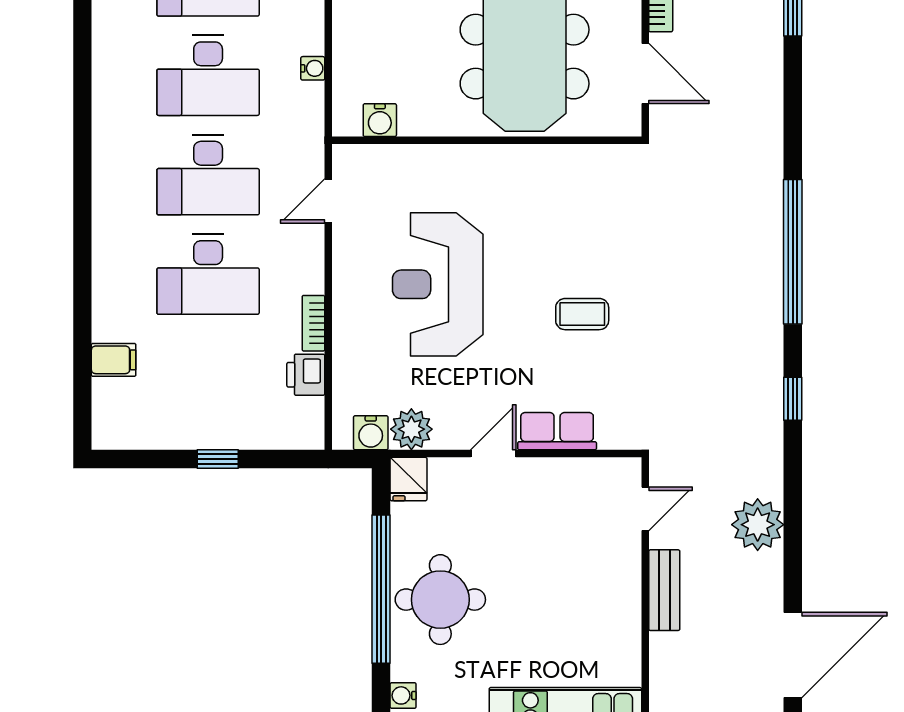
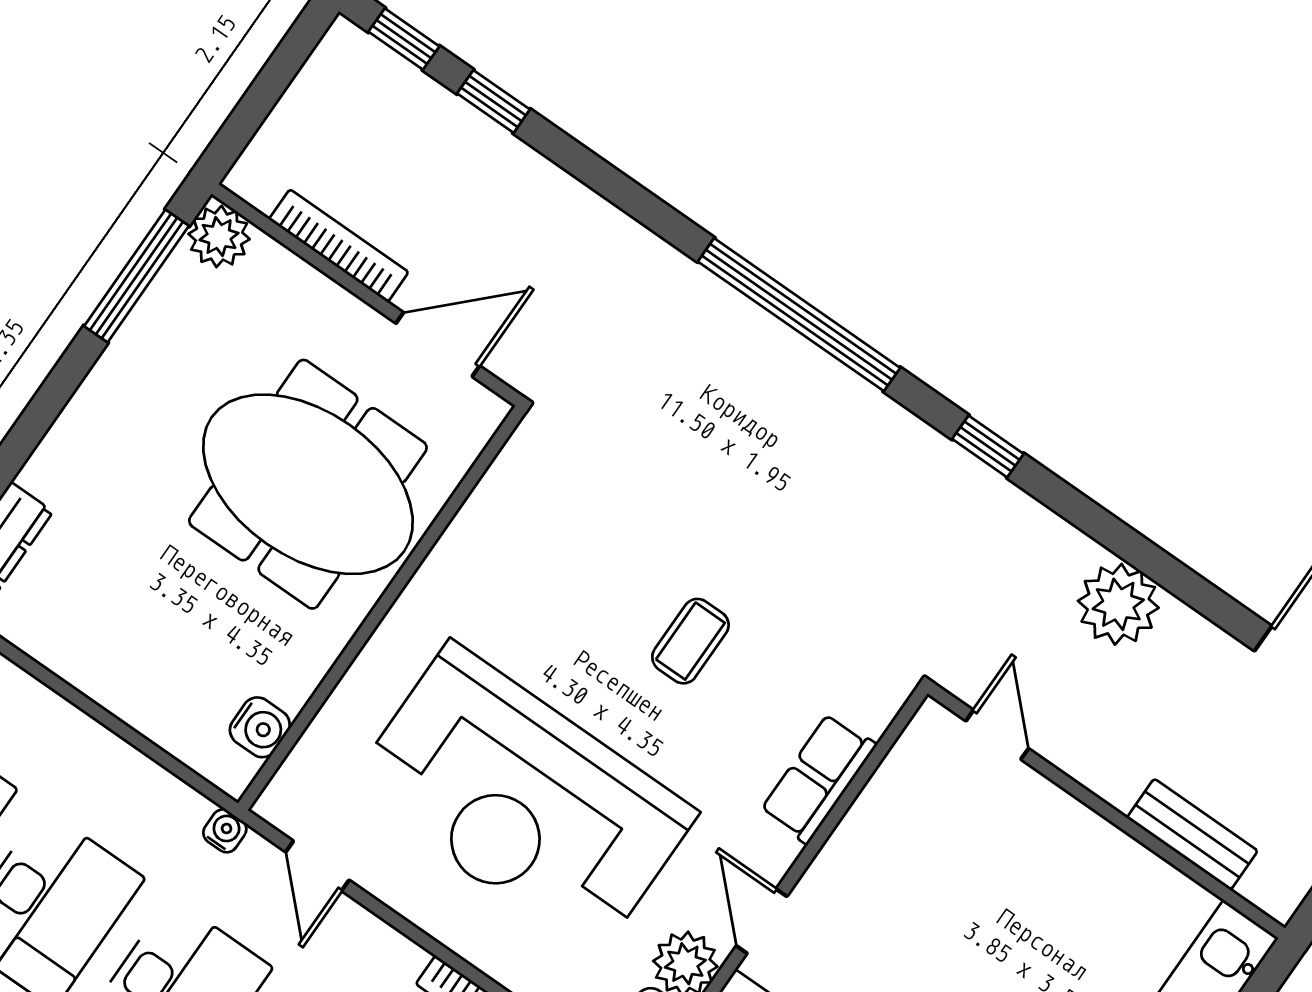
water cooler: (313, 68) -> (225, 831), moved
reception desk: (438, 284) -> (523, 800), width x1.36, depth x1.30
door: (493, 454) -> (762, 921), moved
bench: (664, 590) -> (1192, 834), moved

